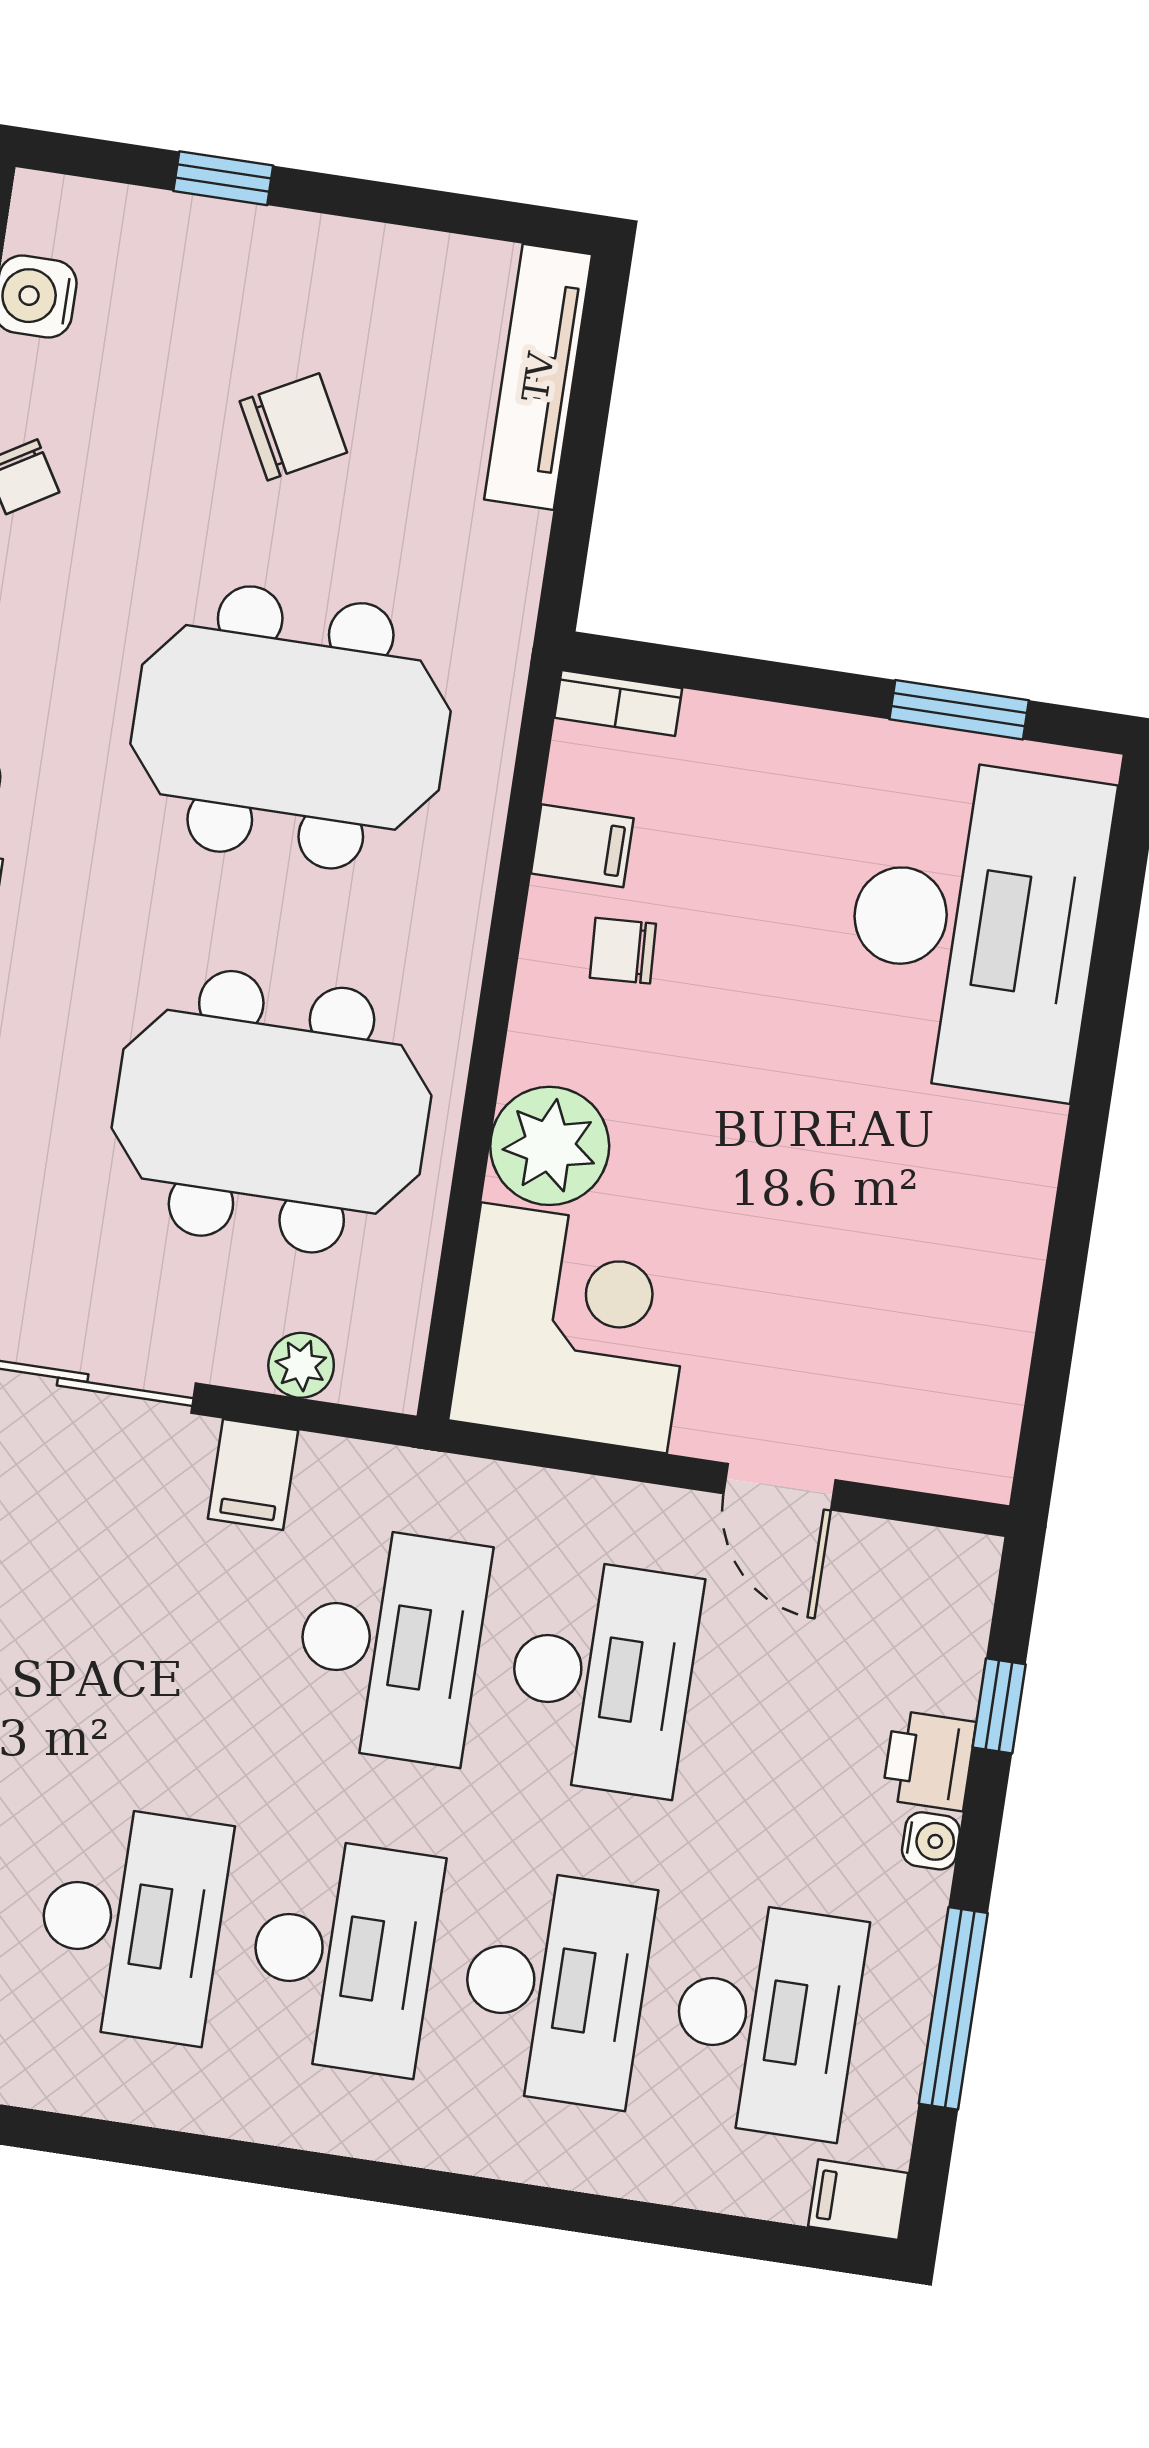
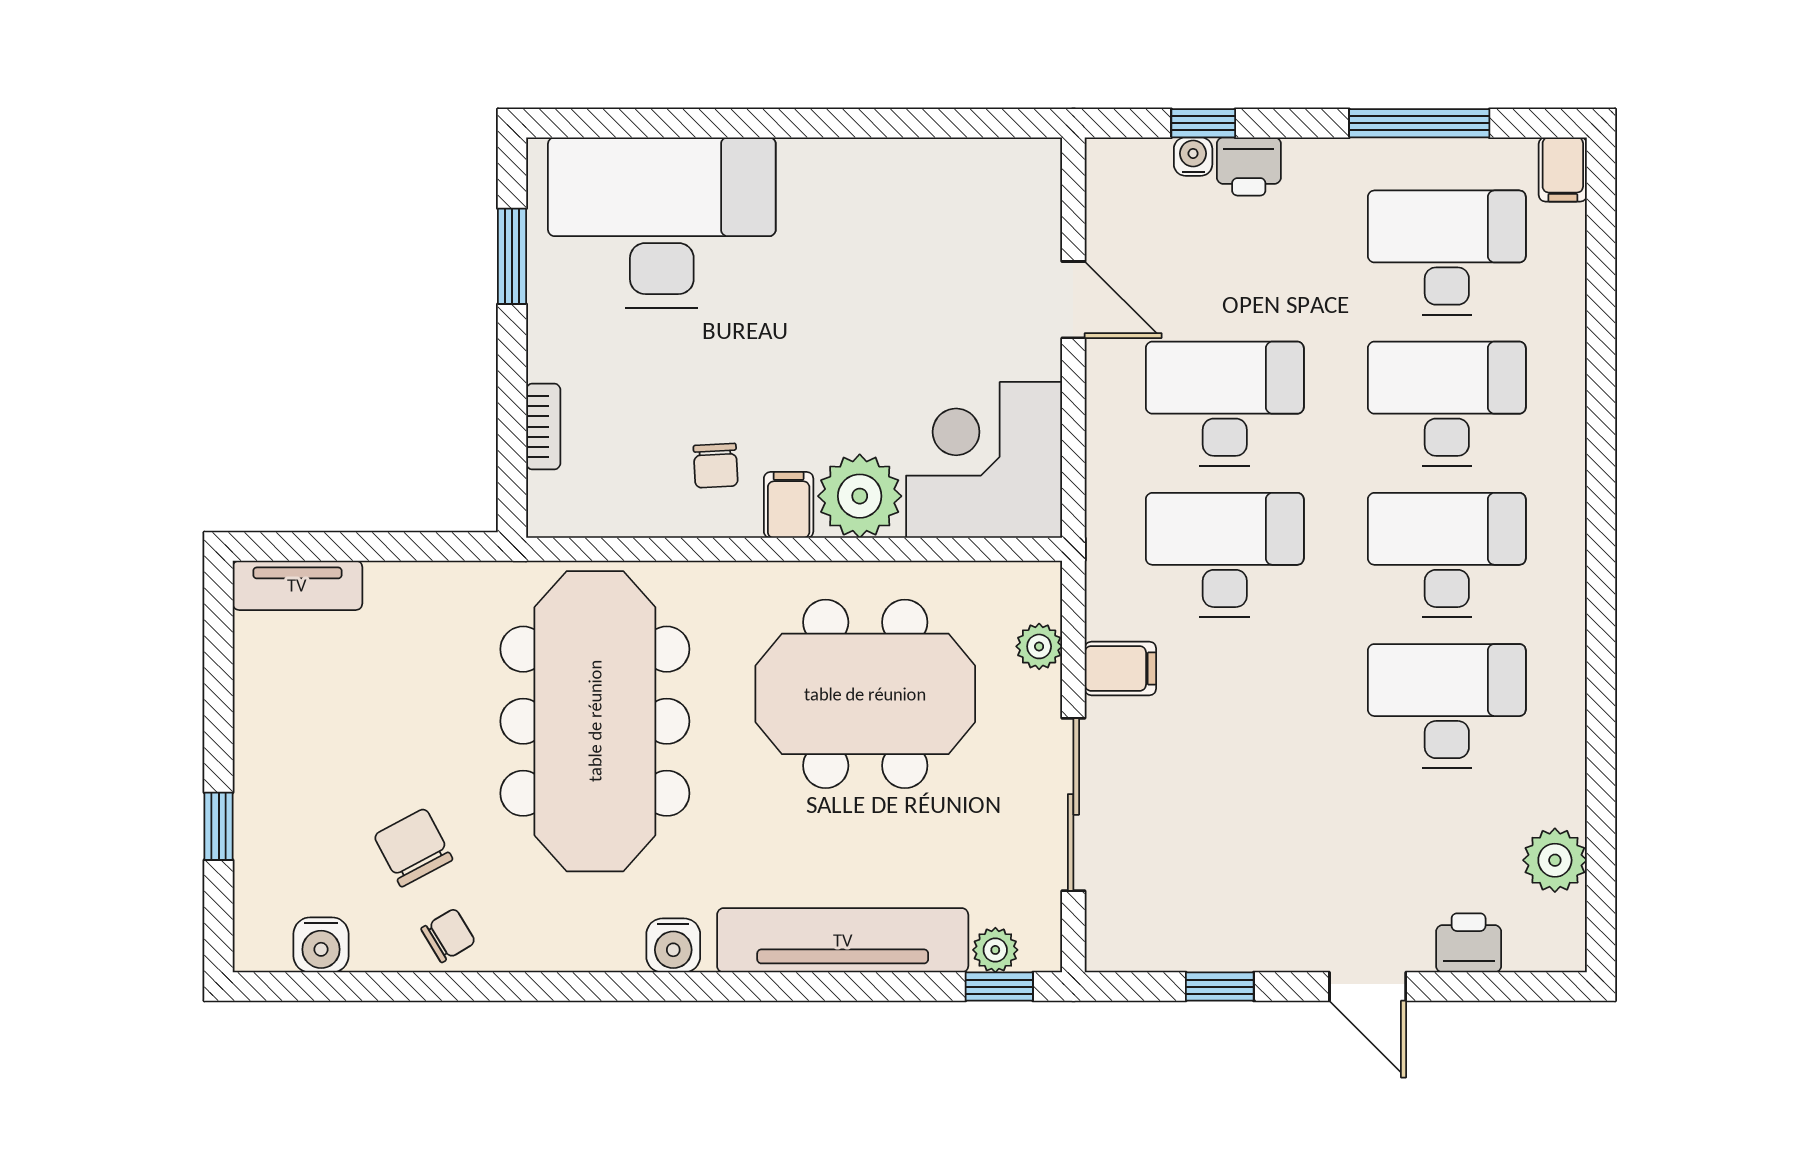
tv unit: (538, 377) -> (297, 585), width x0.71
chair: (293, 427) -> (413, 848), moved
bookcase: (618, 703) -> (543, 427), moved
meeting table: (290, 727) -> (595, 721), width x1.36
filing cabinet: (582, 846) -> (789, 505), moved
meeting table: (271, 1112) -> (865, 694), turned 90
door: (779, 1487) -> (1073, 300), hinge flipped
water cooler: (931, 1841) -> (1193, 157), moved

